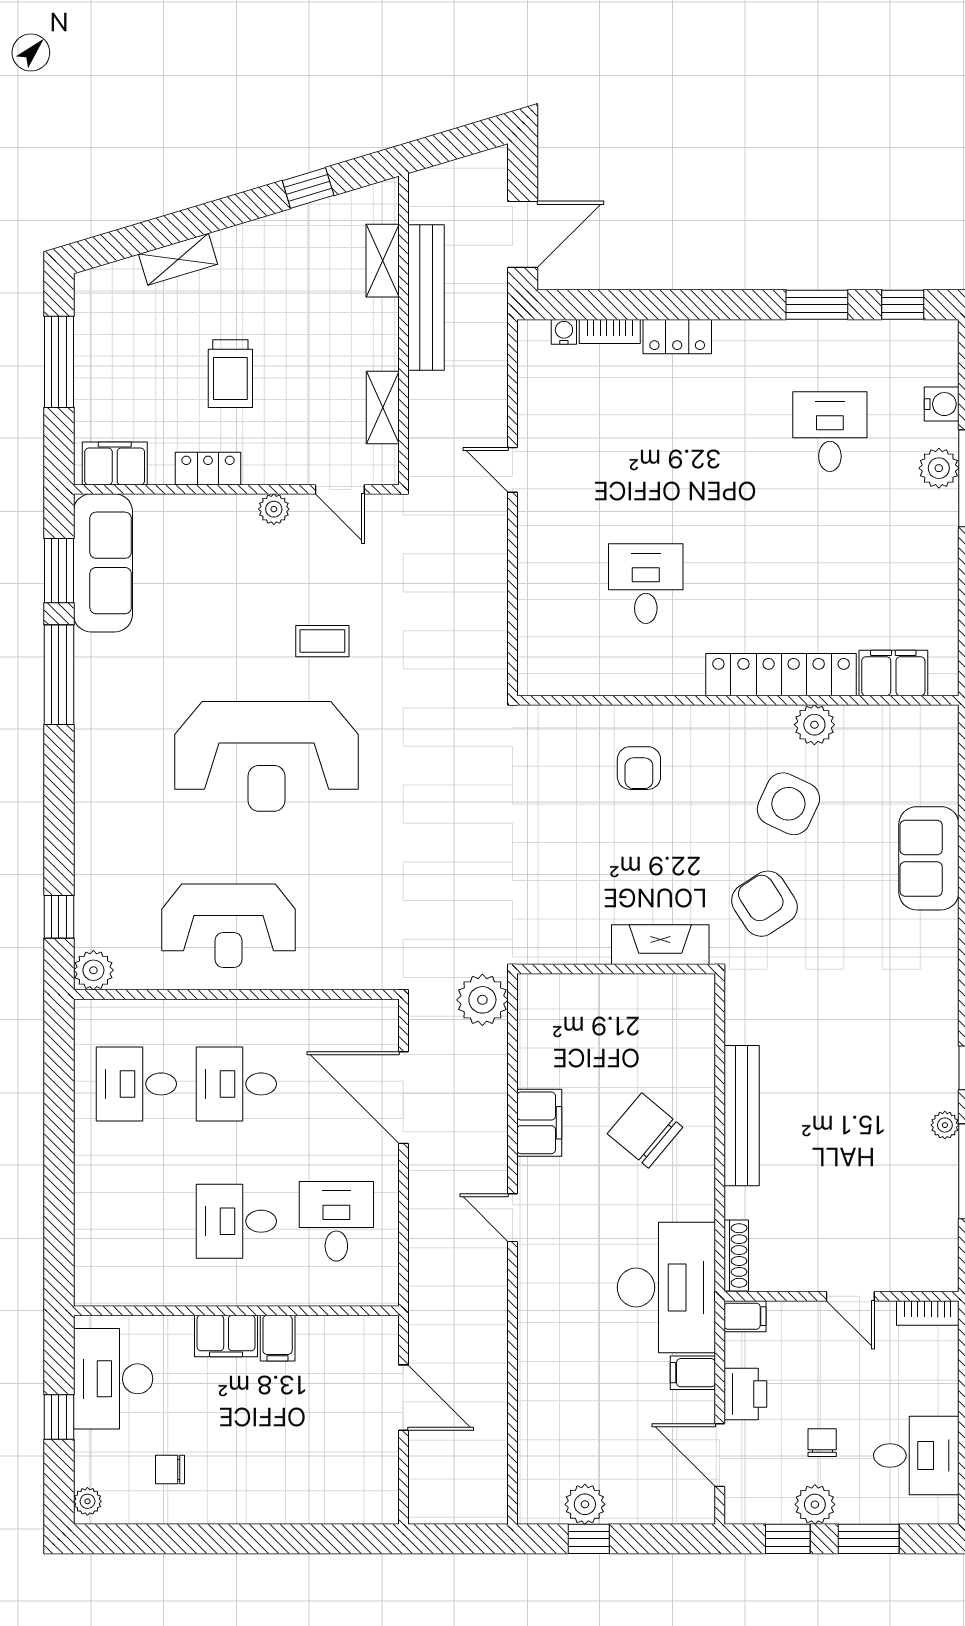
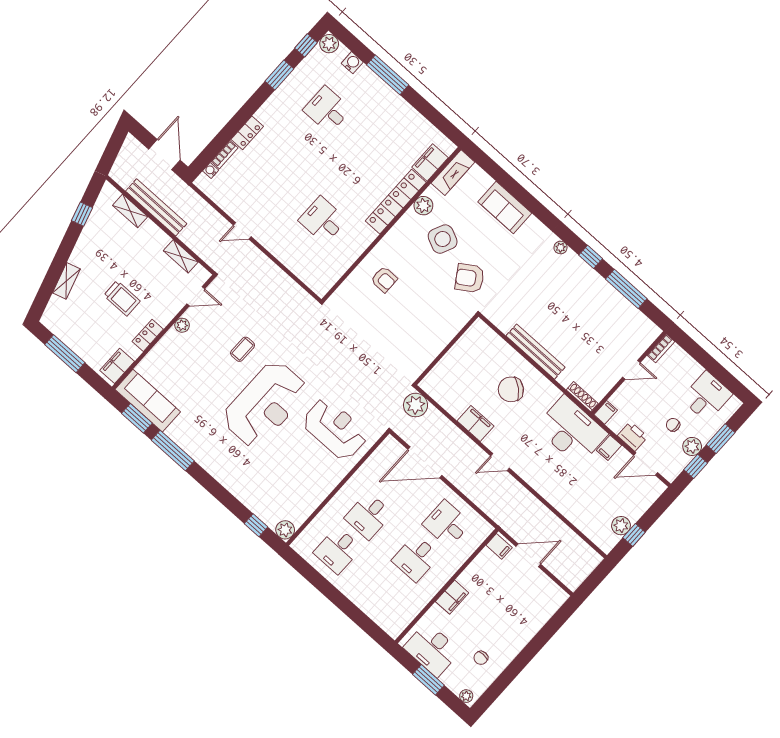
plant: (939, 468) -> (329, 44), moved
reception desk: (229, 926) -> (335, 429), moved, turned -90
fireplace: (660, 945) -> (453, 173), moved, turned 180
plant: (945, 1125) -> (561, 248), moved
filing cabinet: (278, 1338) -> (499, 546), moved
window: (59, 1417) -> (428, 680), width x1.50

